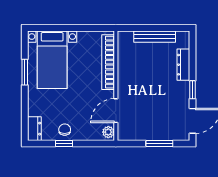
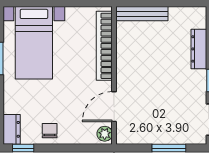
bench: (155, 37) -> (142, 14), moved
window: (64, 143) -> (23, 148), moved

